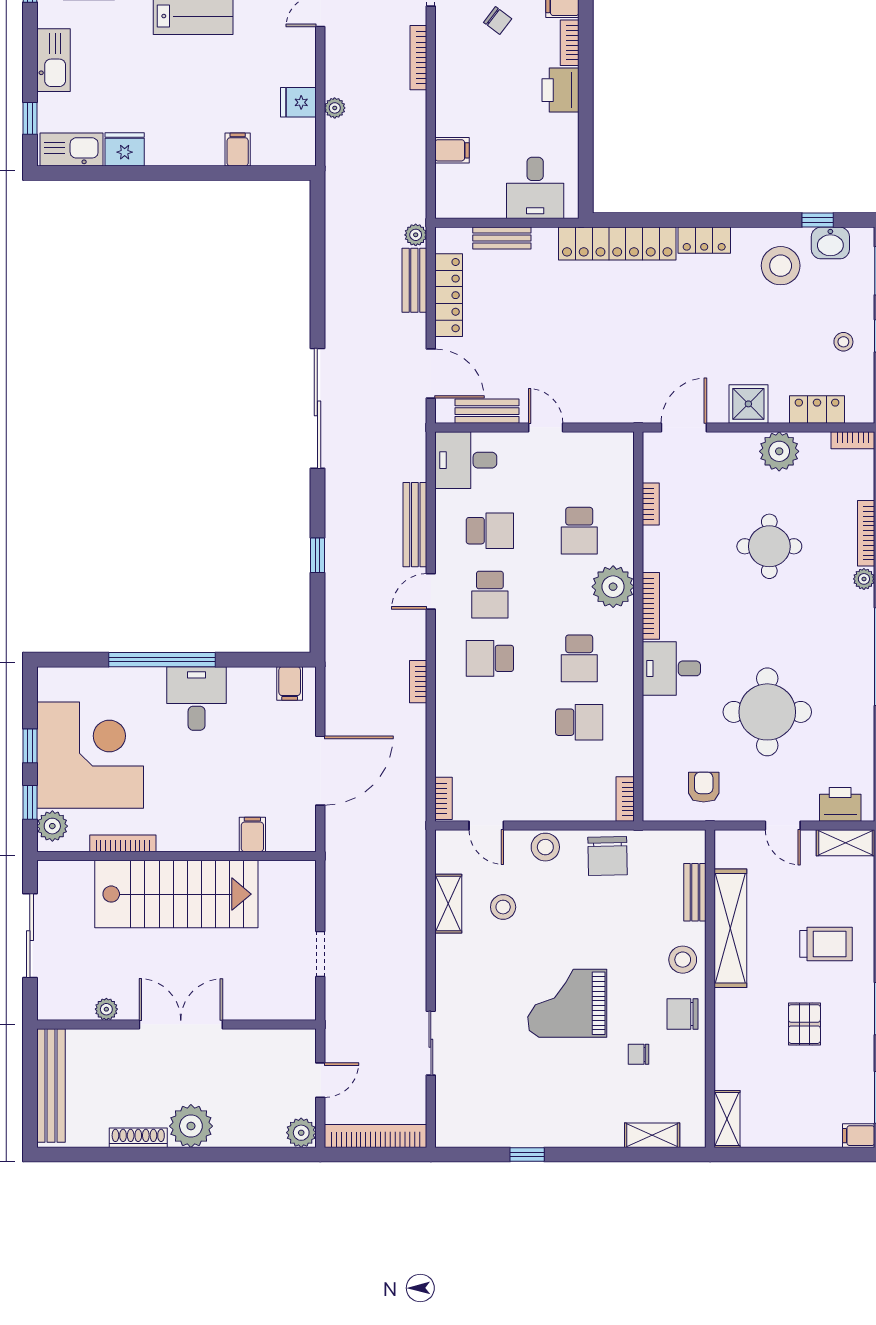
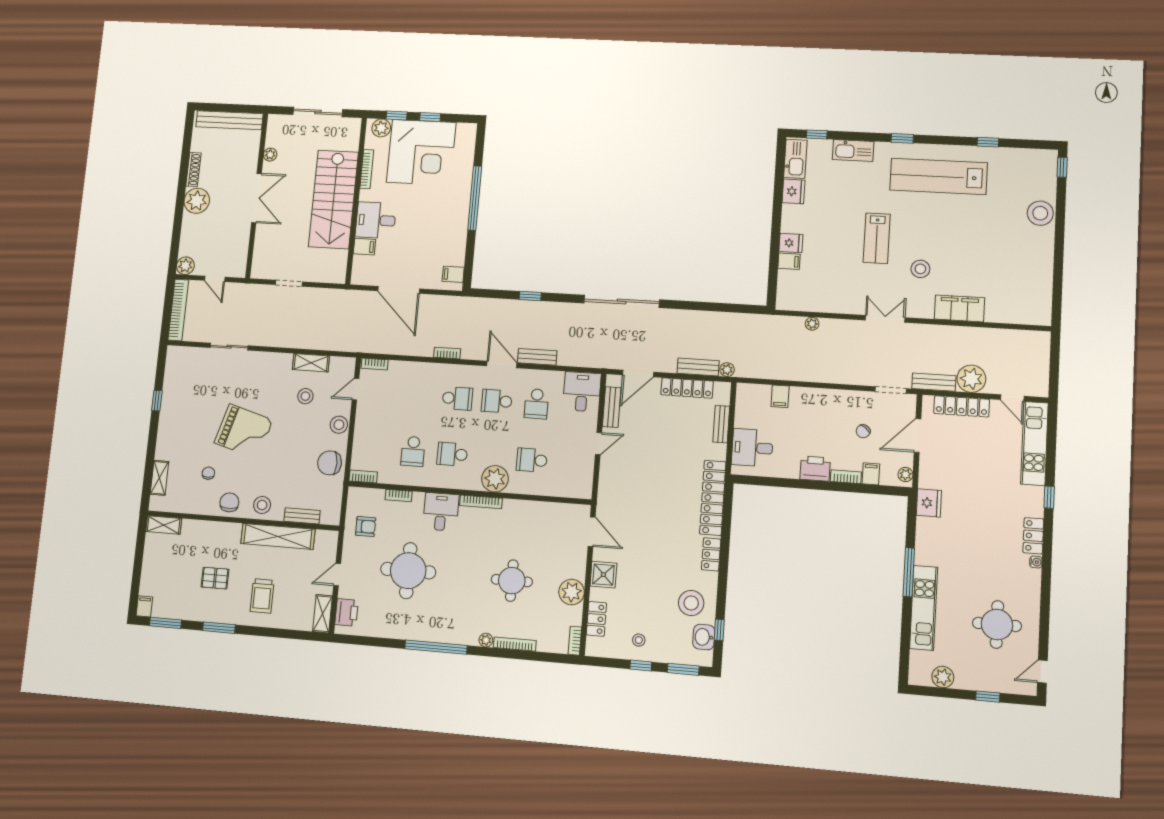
bookcase: (418, 58) -> (842, 379), removed
fridge: (298, 102) -> (791, 243), moved, turned 90
bookcase: (651, 504) -> (399, 495), moved
bench: (415, 525) -> (537, 357), width x0.73
door: (431, 591) -> (502, 365), width x1.38
school desk: (490, 658) -> (457, 398), turned 90
desk: (197, 698) -> (376, 220), moved, turned 180
grand piano: (567, 1003) -> (244, 431), turned 106

